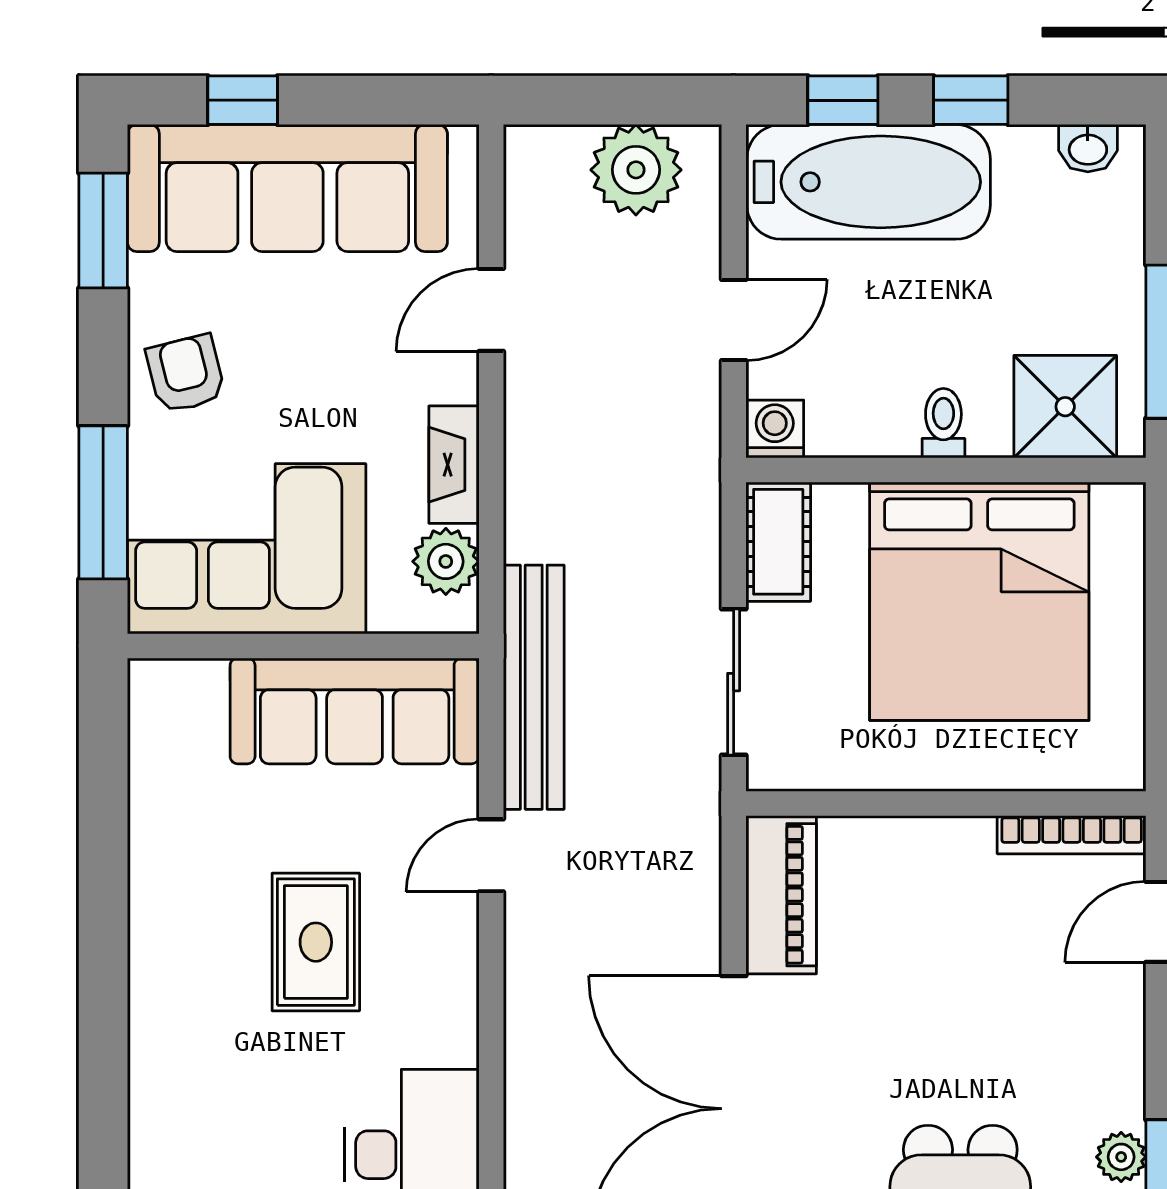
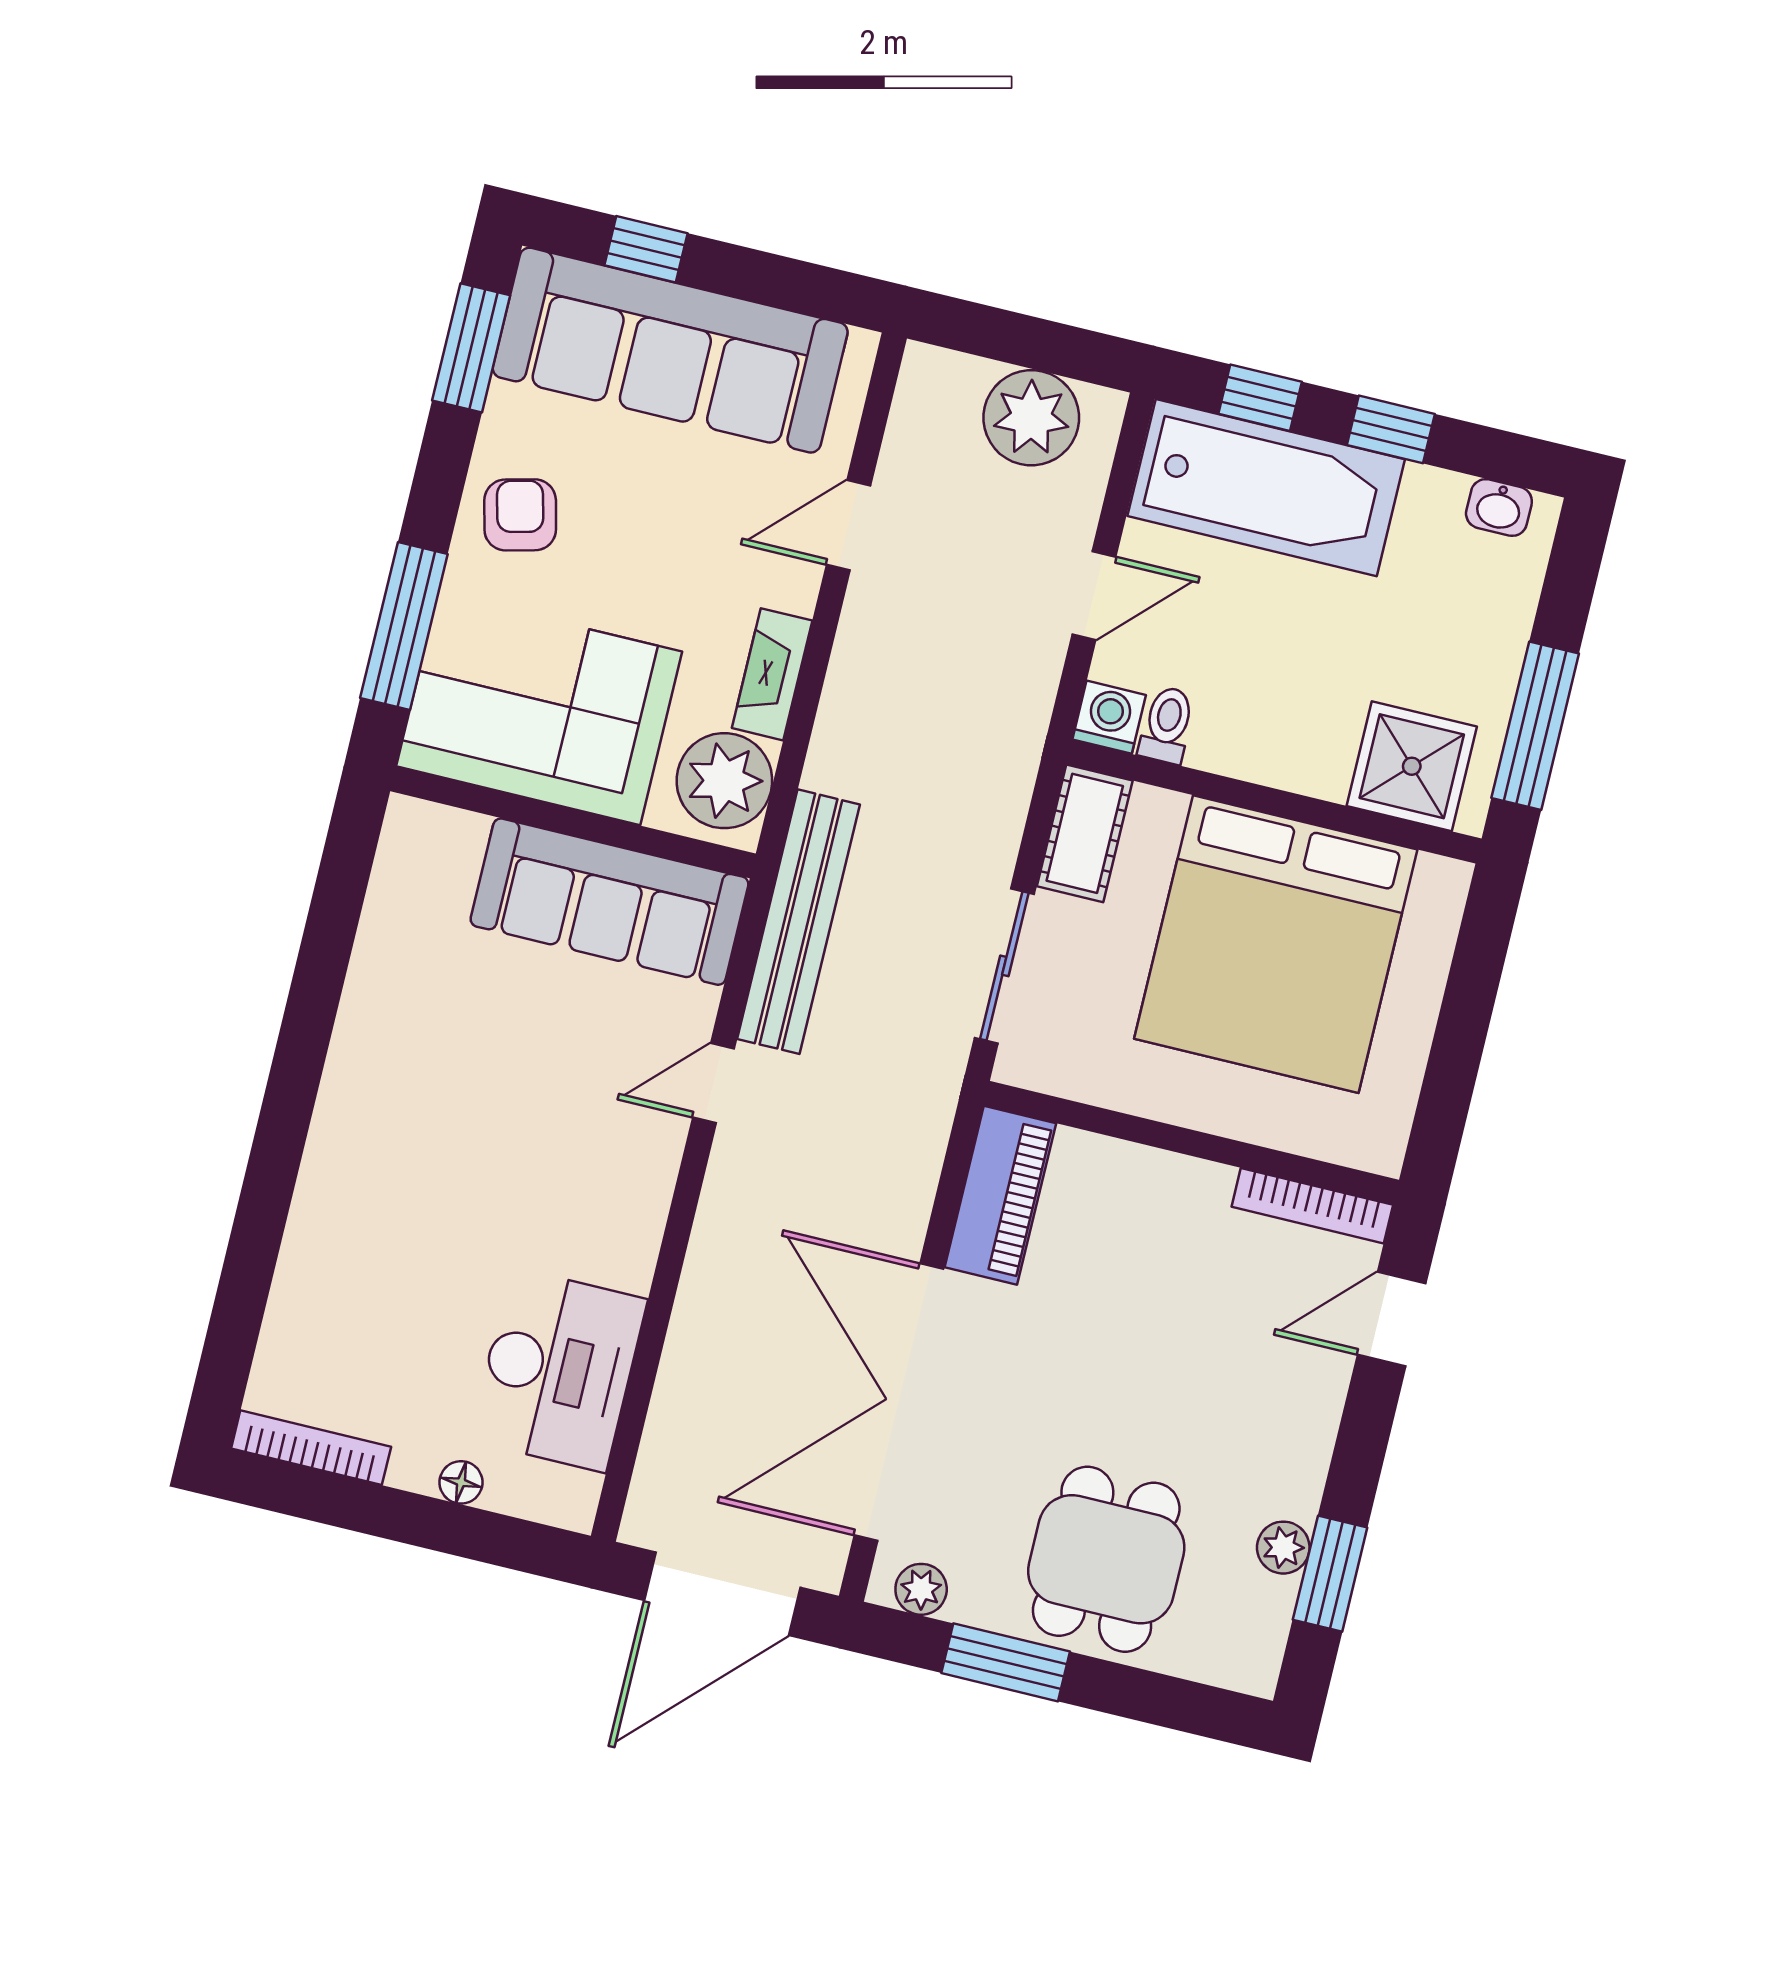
toilet: (943, 423) -> (1167, 725), moved
plant: (446, 561) -> (724, 781), width x1.36, depth x1.36
rug: (316, 942) -> (513, 1128), removed

